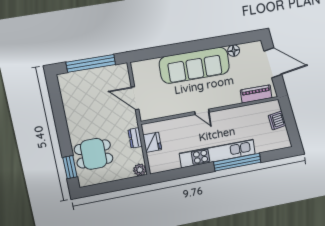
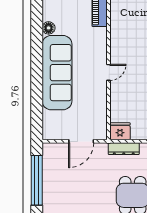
dresser: (135, 138) -> (124, 149), width x1.44
fridge: (152, 142) -> (120, 131), moved

